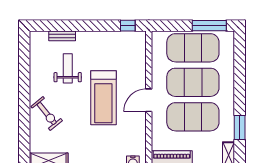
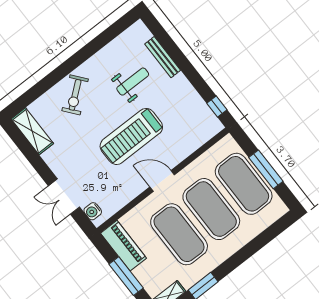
window: (209, 26) -> (266, 169), moved
bench: (62, 36) -> (163, 57), width x1.36

